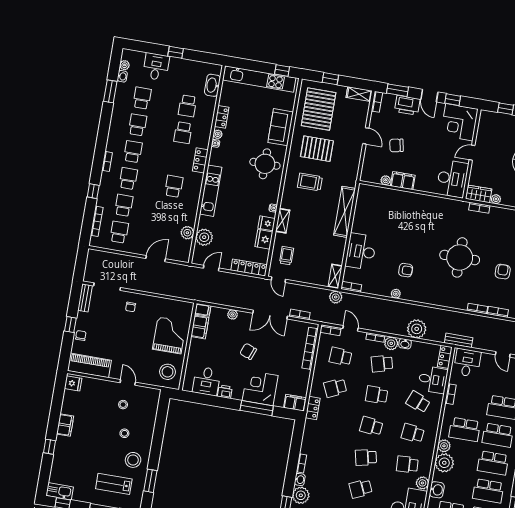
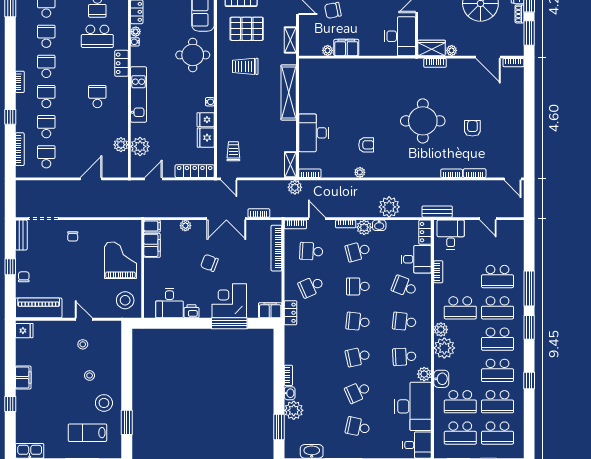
school desk: (183, 133) -> (97, 36), width x1.85
shelving: (283, 221) -> (290, 40), moved

